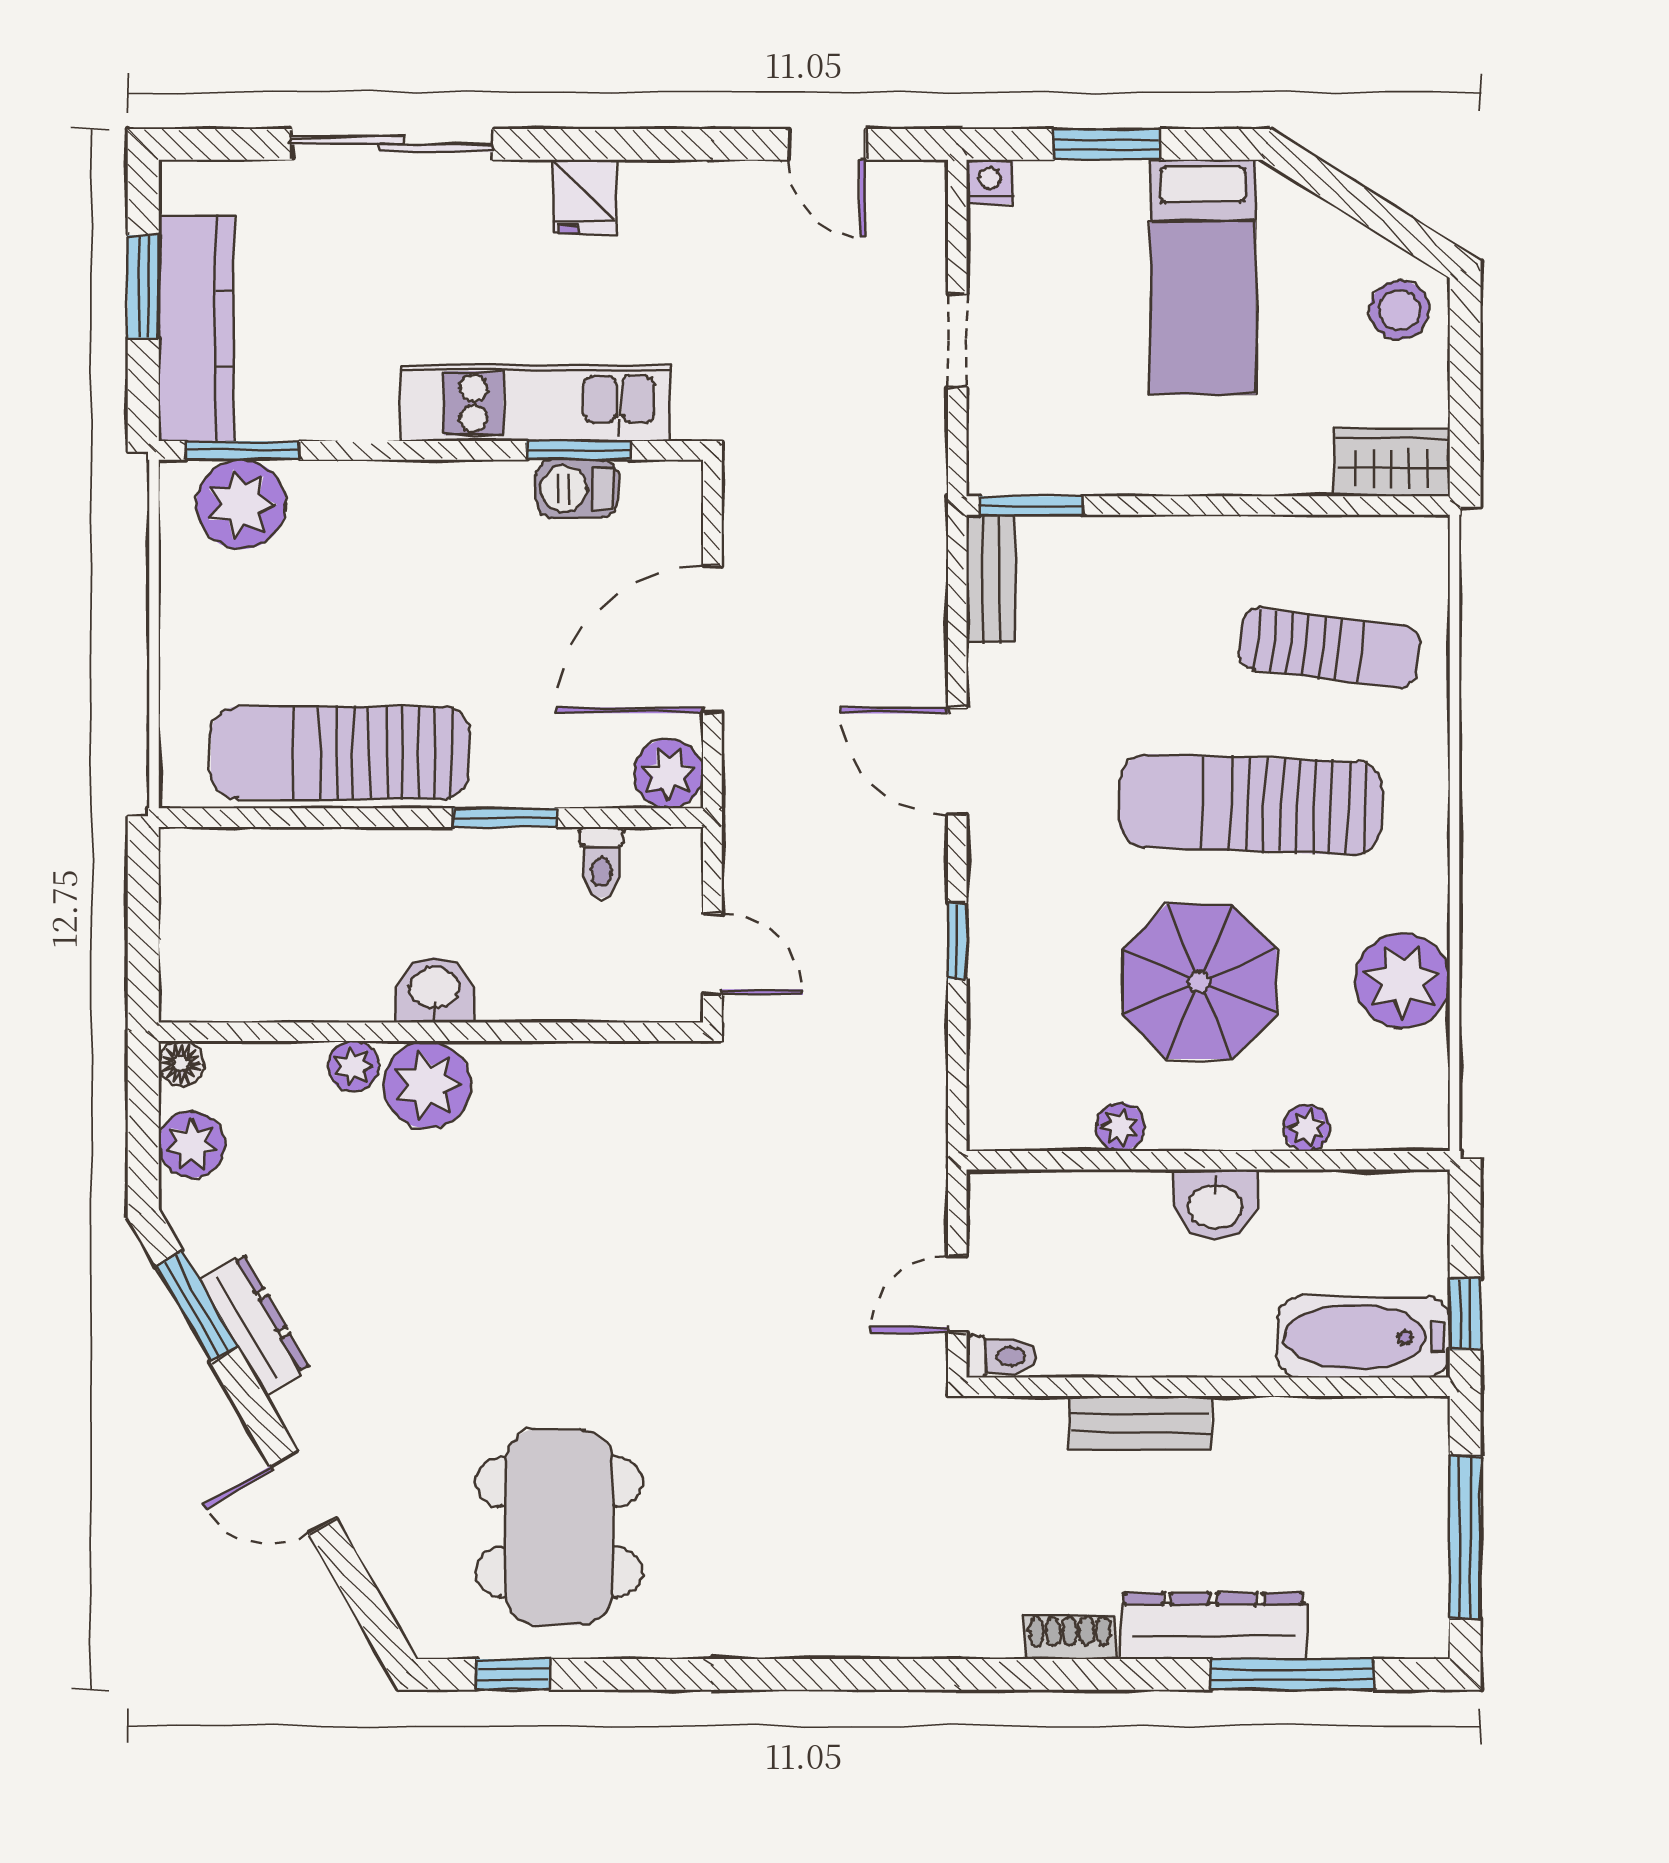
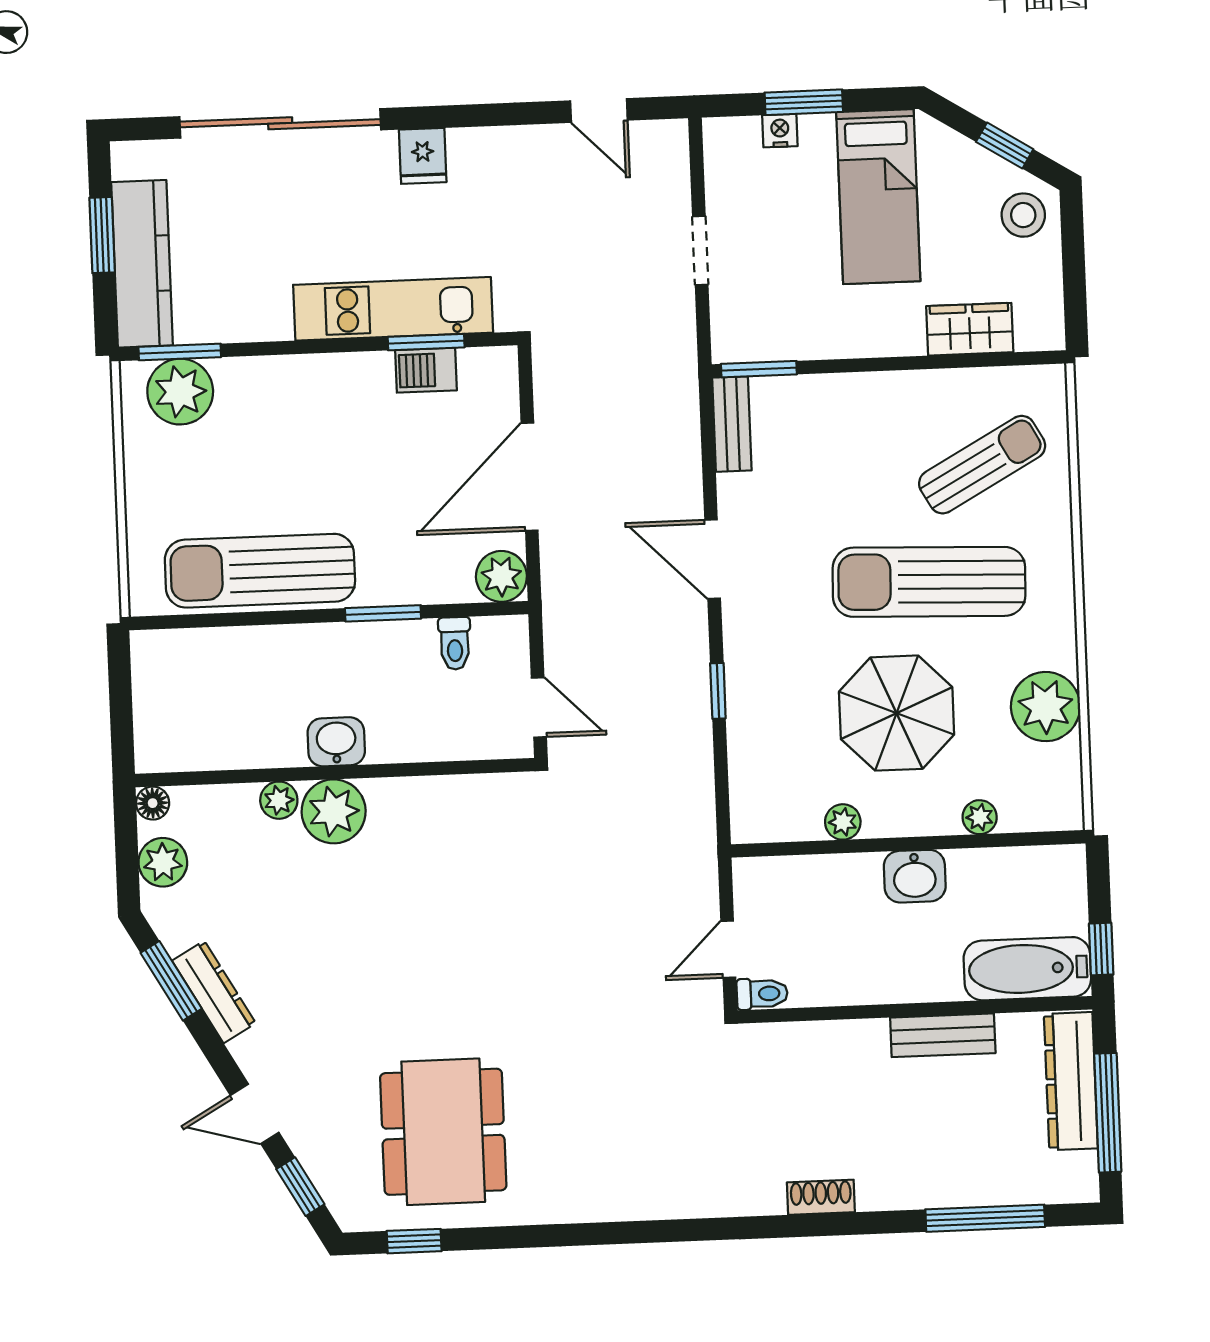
sliding door: (392, 144) -> (280, 123), width x1.36
nightstand: (990, 182) -> (780, 131), moved
window: (1378, 214) -> (1005, 146), added
wardrobe: (1392, 463) -> (970, 329), moved
sun lounger: (1330, 648) -> (982, 465), turned -36
bench: (1140, 1423) -> (943, 1035), moved
window: (361, 1594) -> (300, 1187), added
dresser: (1213, 1626) -> (1071, 1081), moved, turned -90

